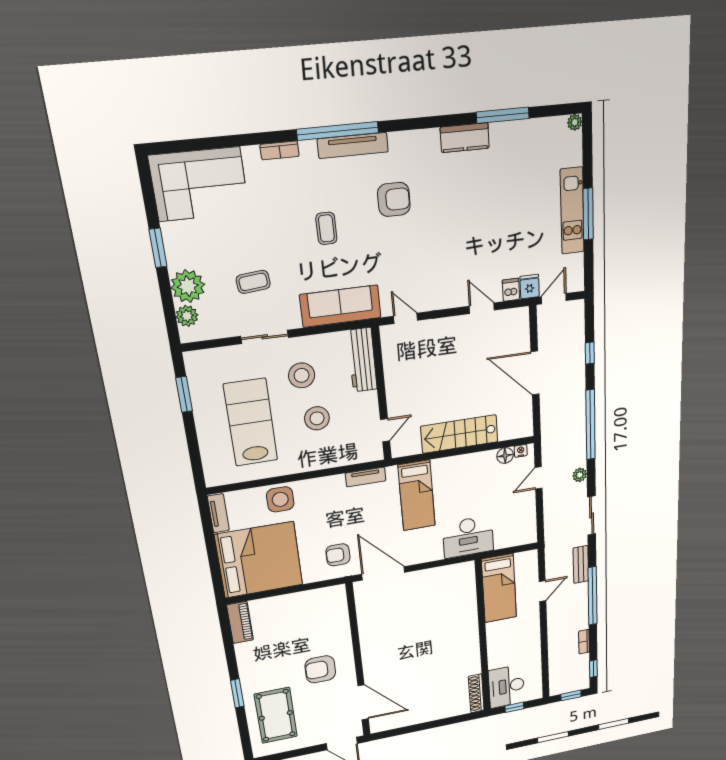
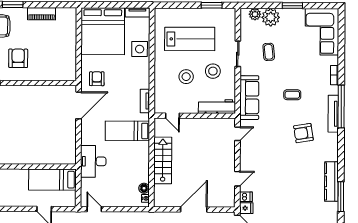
kitchen counter: (465, 138) -> (331, 181), width x1.50
armchair: (394, 199) -> (303, 133), turned 81
door: (539, 478) -> (94, 209), moved
piano: (240, 622) -> (42, 14), moved

